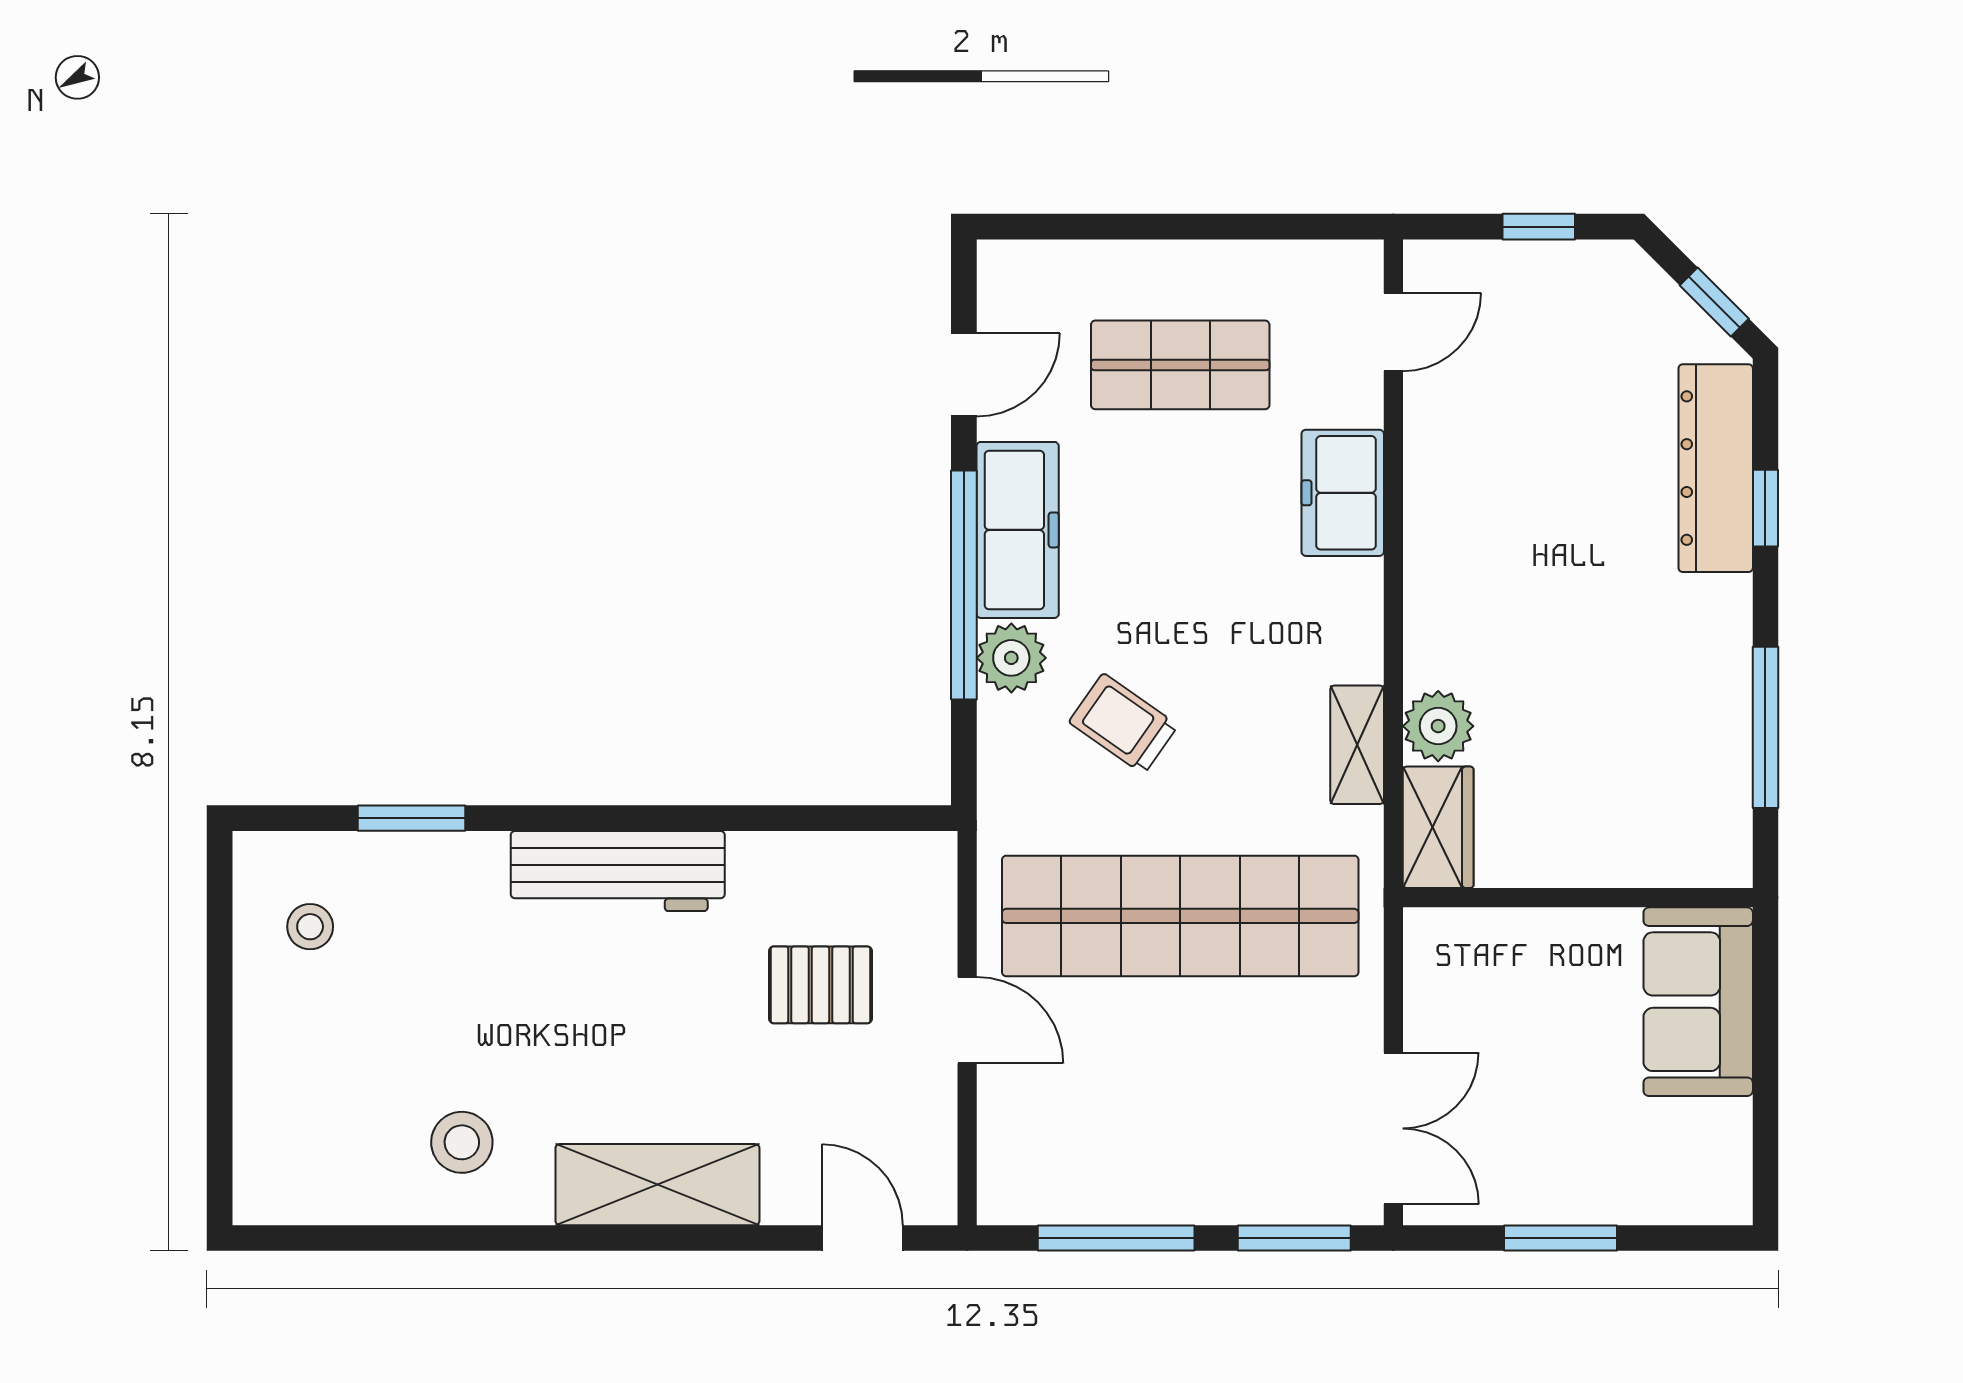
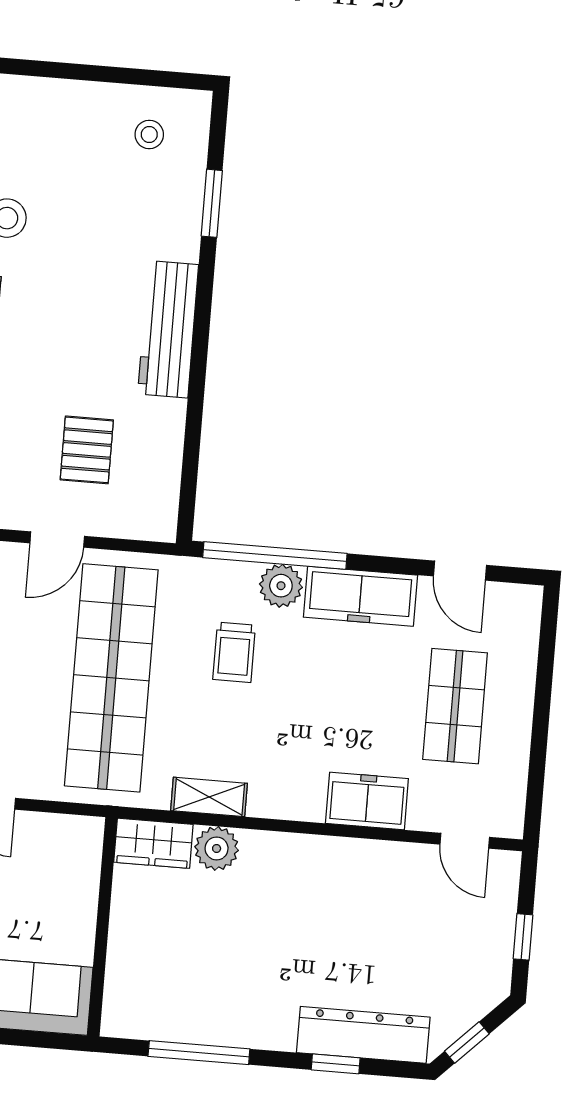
window: (964, 585) -> (275, 555), moved
trolley: (1123, 724) -> (234, 652), turned 145

